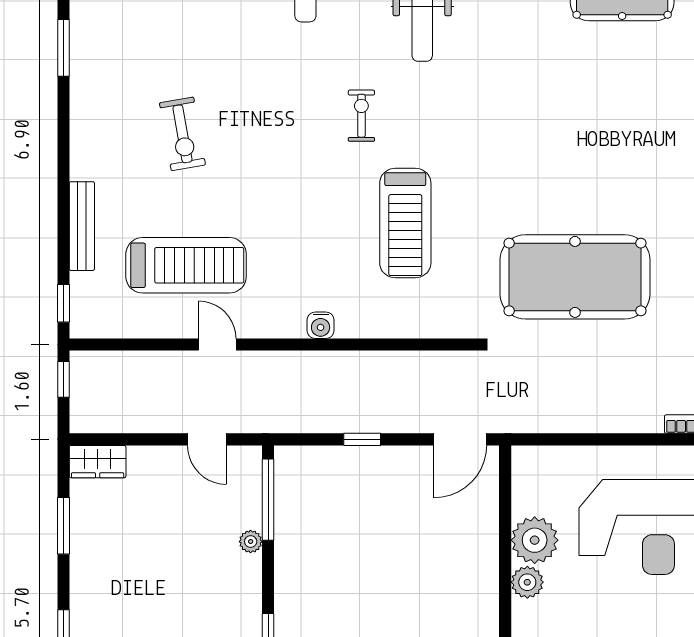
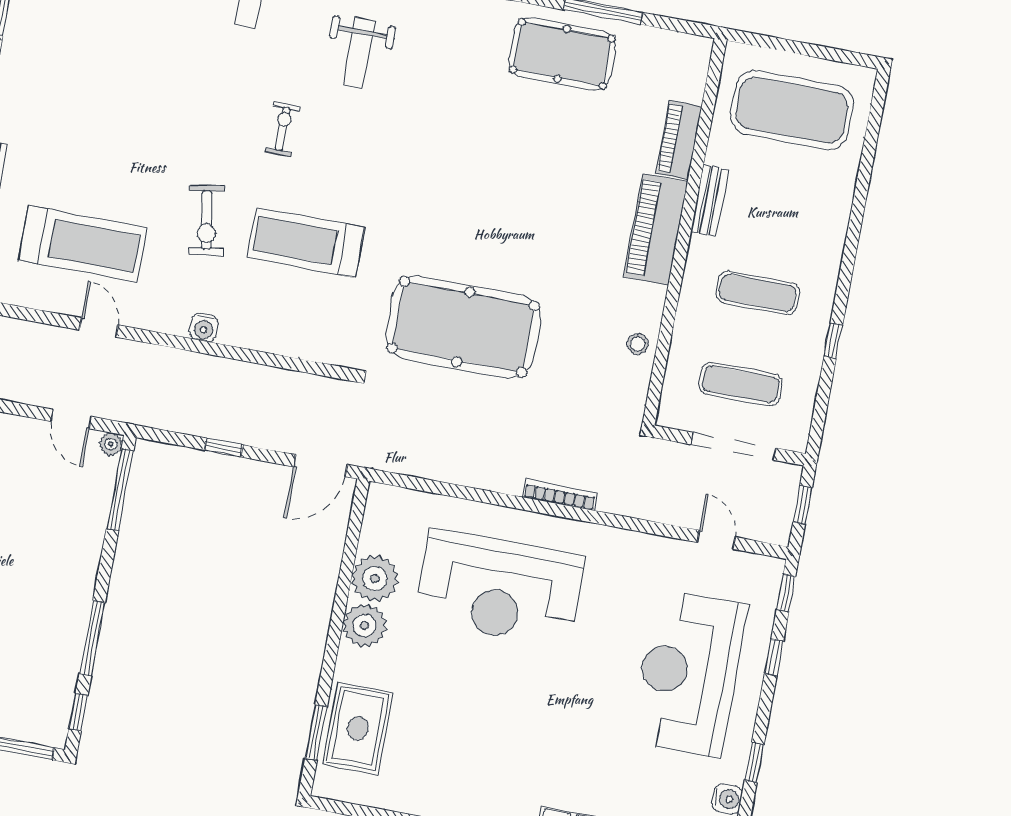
exercise bike: (182, 134) -> (207, 220), moved
treadmill: (405, 223) -> (306, 243), turned 90
plant: (251, 542) -> (111, 444), moved
plant: (527, 582) -> (365, 625), width x1.36, depth x1.36

